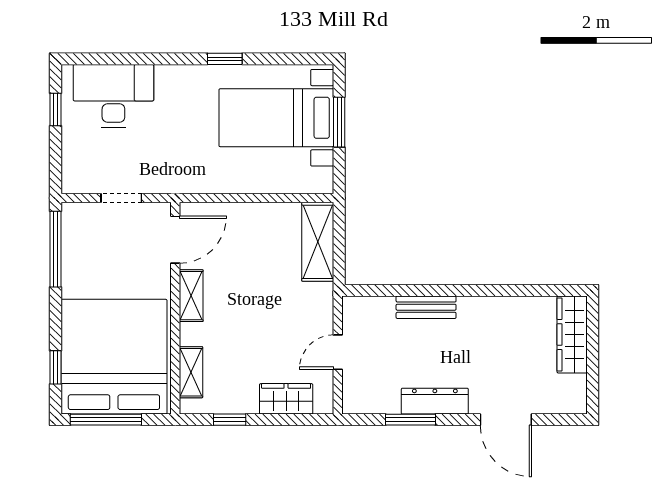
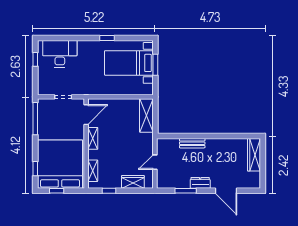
dresser: (435, 401) -> (200, 183), width x0.70
window: (106, 420) -> (57, 191), width x0.46

